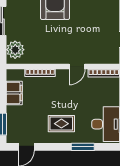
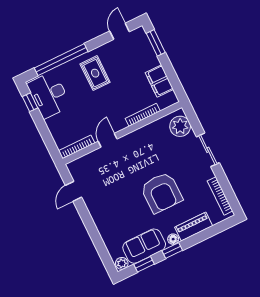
rug: (61, 124) -> (95, 73), turned 90
window: (83, 147) -> (61, 60), width x2.11

